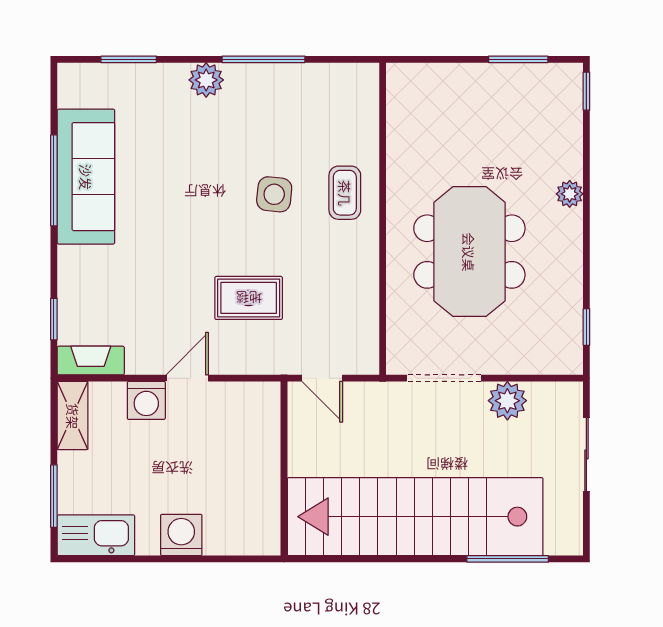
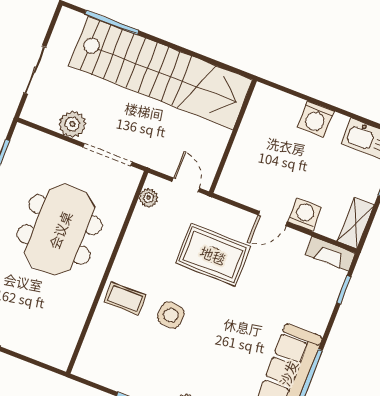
coffee table: (345, 193) -> (125, 298), turned 90
rug: (249, 298) -> (213, 255), width x1.36, depth x1.43
plant: (366, 341) -> (149, 198), added

